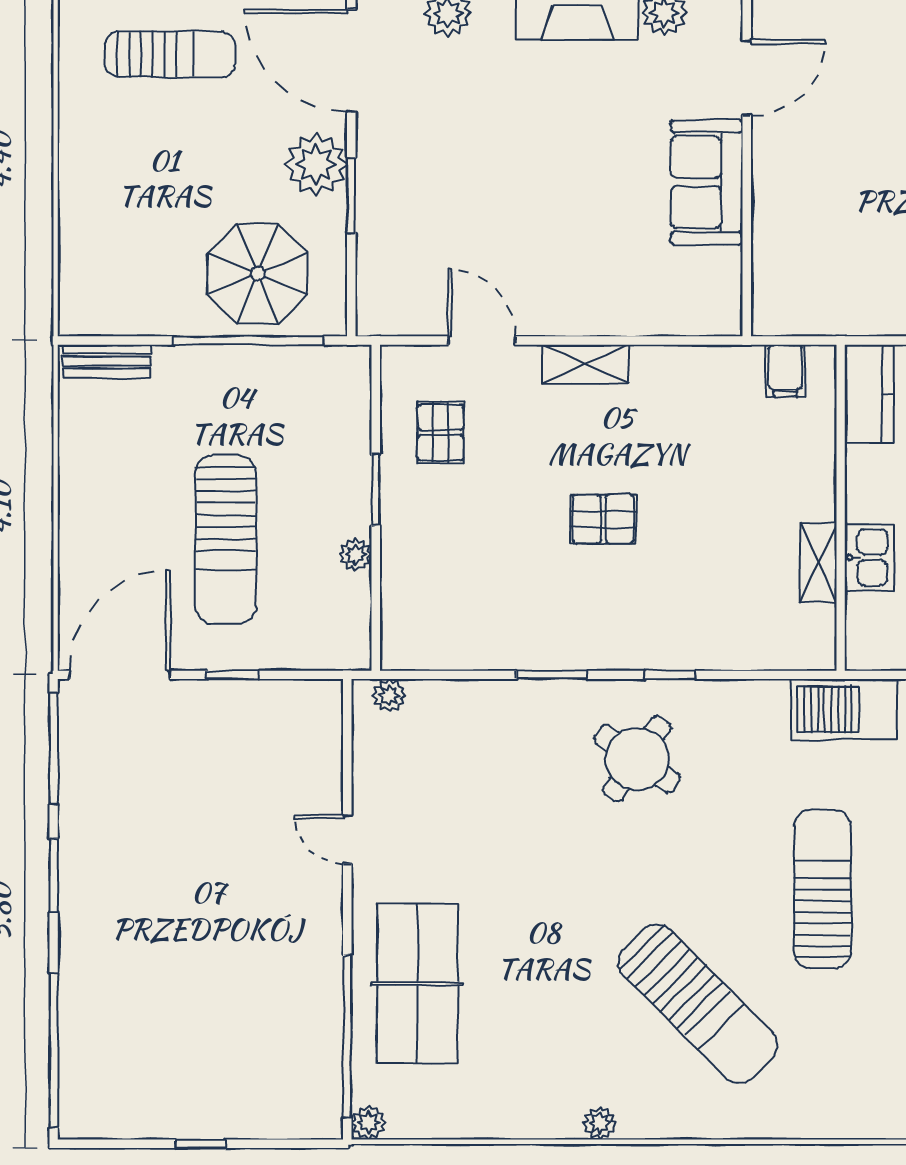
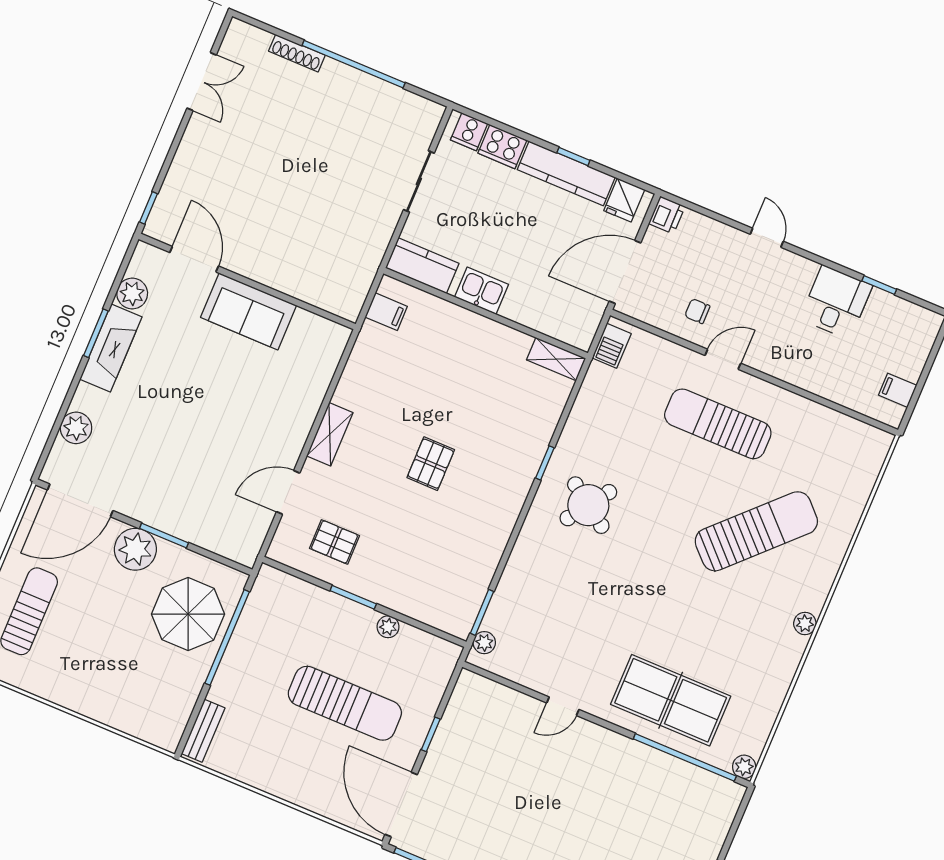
kitchen sink: (869, 557) -> (482, 291), moved
shelving: (818, 563) -> (556, 359), moved
window: (551, 675) -> (482, 612), moved
barbecue: (844, 709) -> (612, 346), width x0.53, depth x0.65

